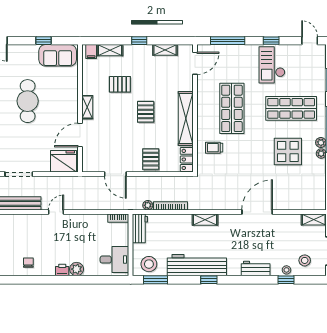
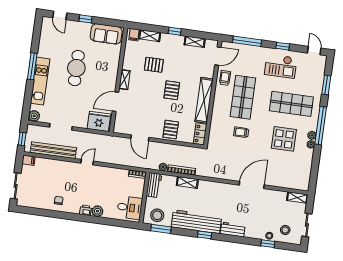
window: (43, 41) -> (86, 19), moved
checkout: (272, 65) -> (281, 66), turned -90
trolley: (207, 88) -> (225, 78), added
trolley: (214, 148) -> (241, 132), moved
shelving: (205, 220) -> (187, 182), moved
workbench: (256, 269) -> (233, 230), moved

